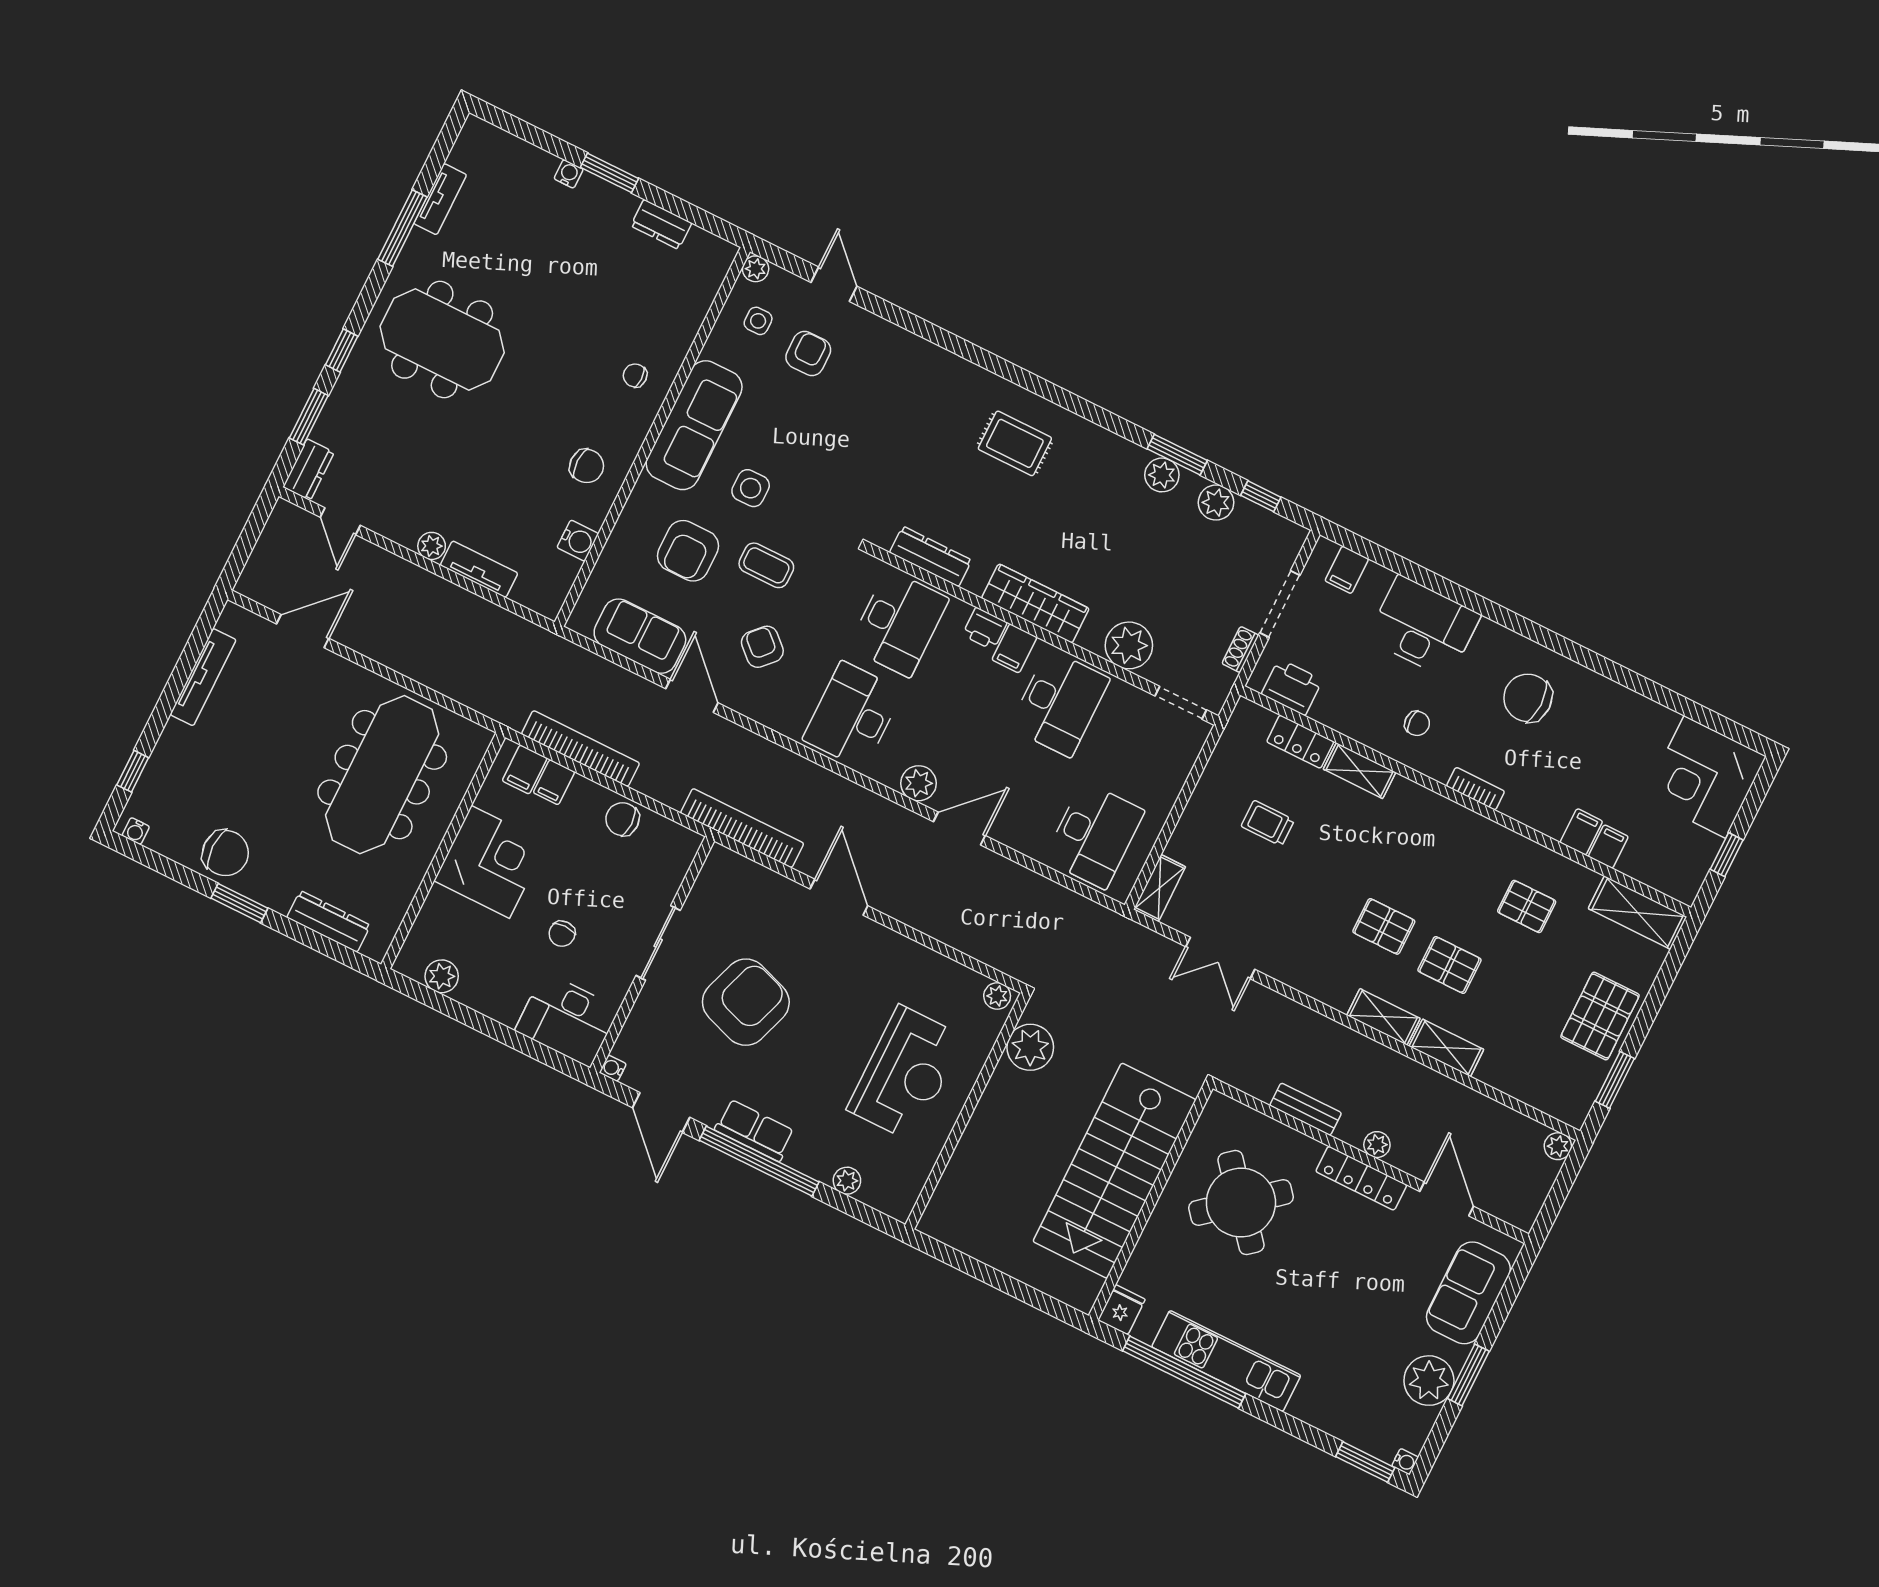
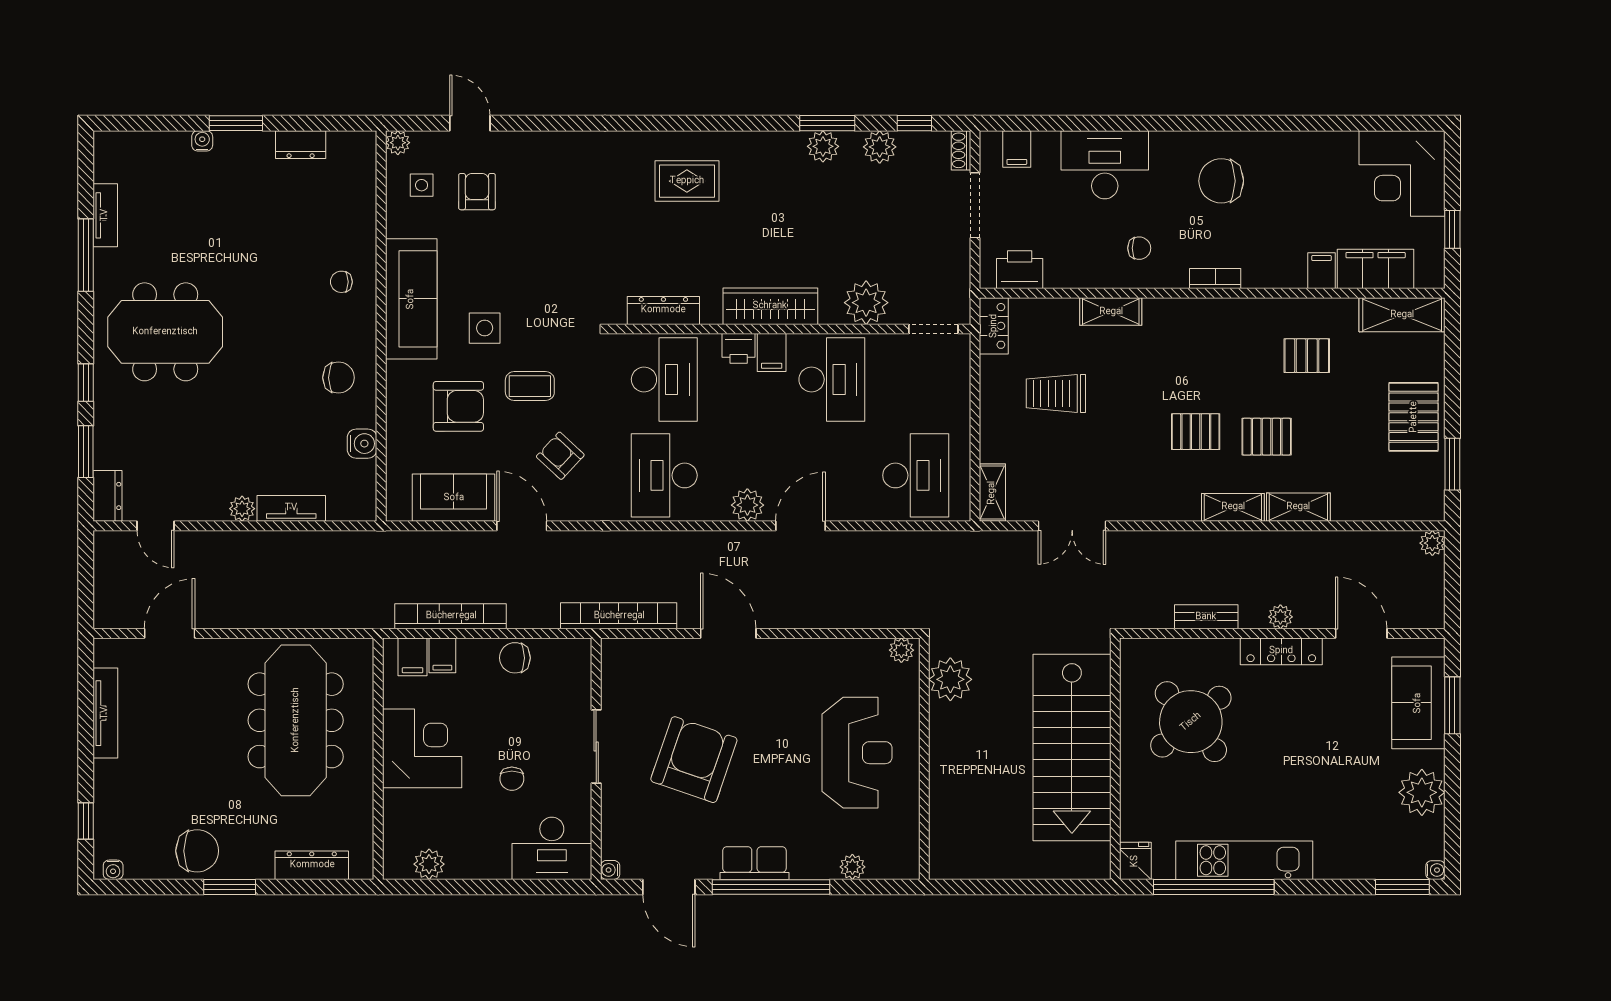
armchair: (688, 551) -> (458, 406), turned -90
shoe rack: (1240, 649) -> (961, 150), moved
locker: (1300, 742) -> (994, 326), moved, turned -90
trolley: (1268, 823) -> (1056, 393), width x1.36, depth x1.39
filing cabinet: (1608, 847) -> (1376, 269), width x3.00, depth x1.17
window: (1468, 1375) -> (1452, 705), moved

